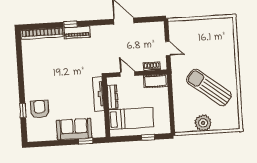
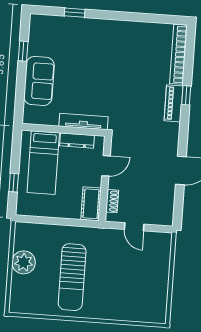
door: (168, 48) -> (134, 227), hinge flipped
sun lounger: (209, 87) -> (72, 277), turned 142
armchair: (40, 109) -> (73, 36), removed
window: (86, 141) -> (23, 51), moved

